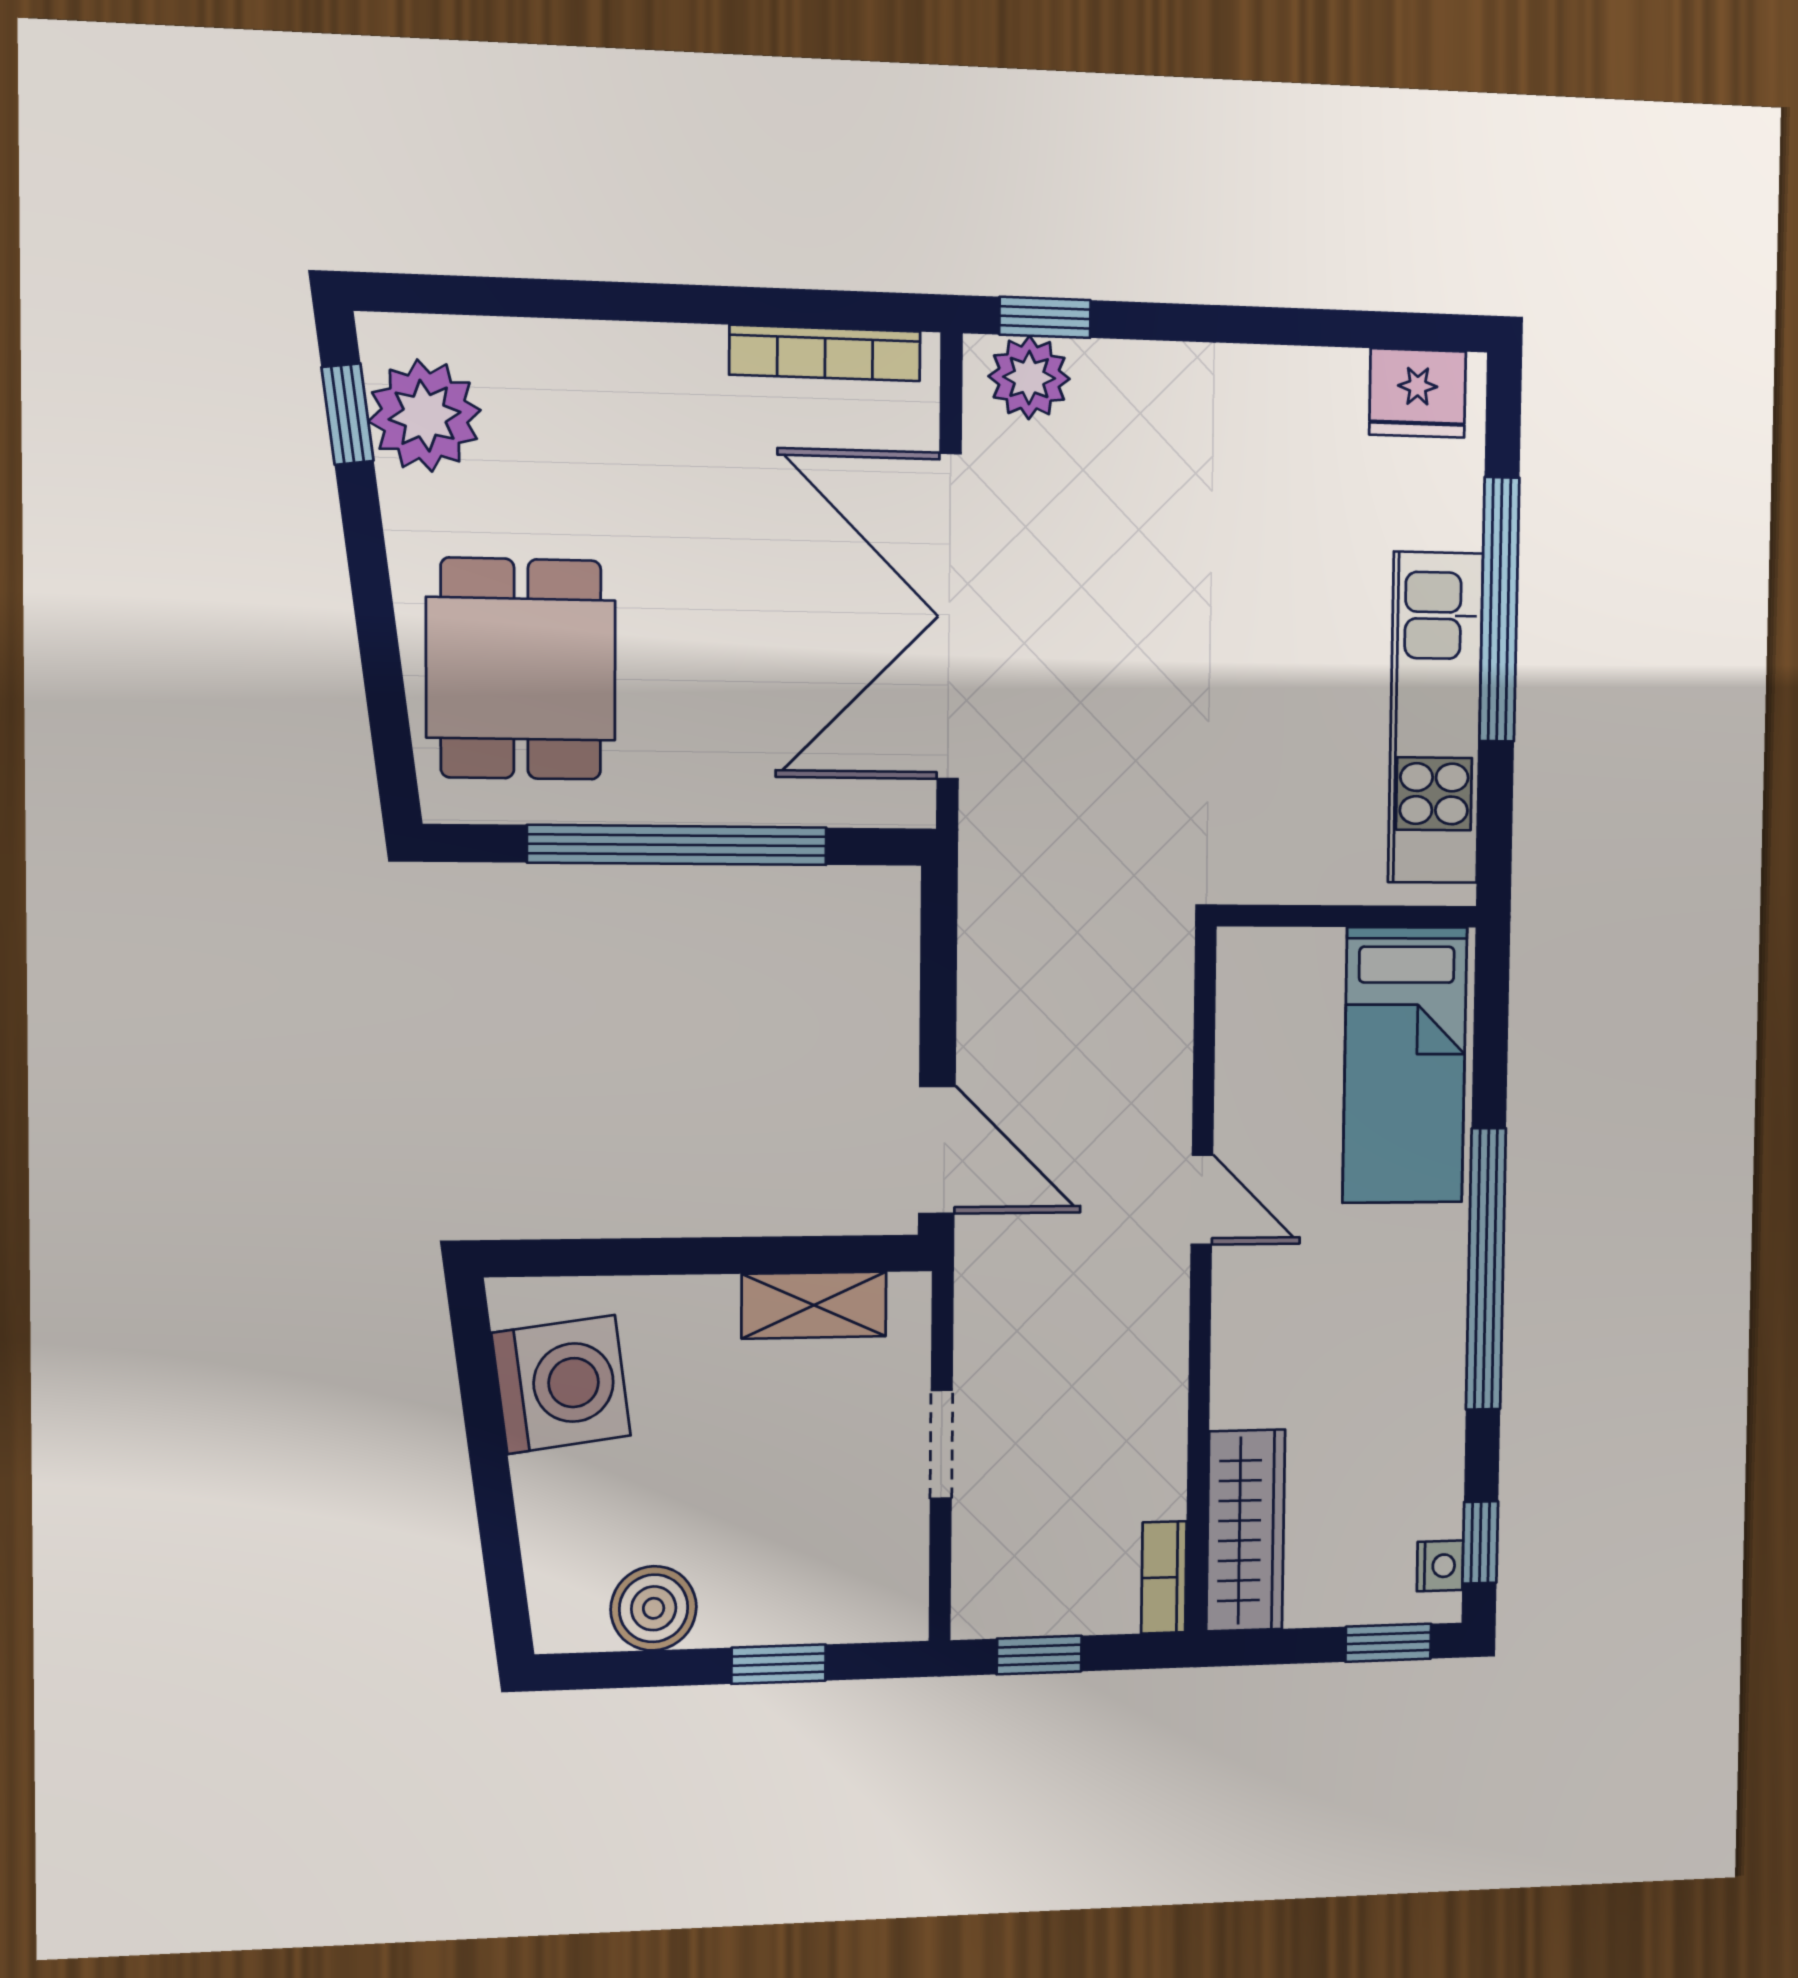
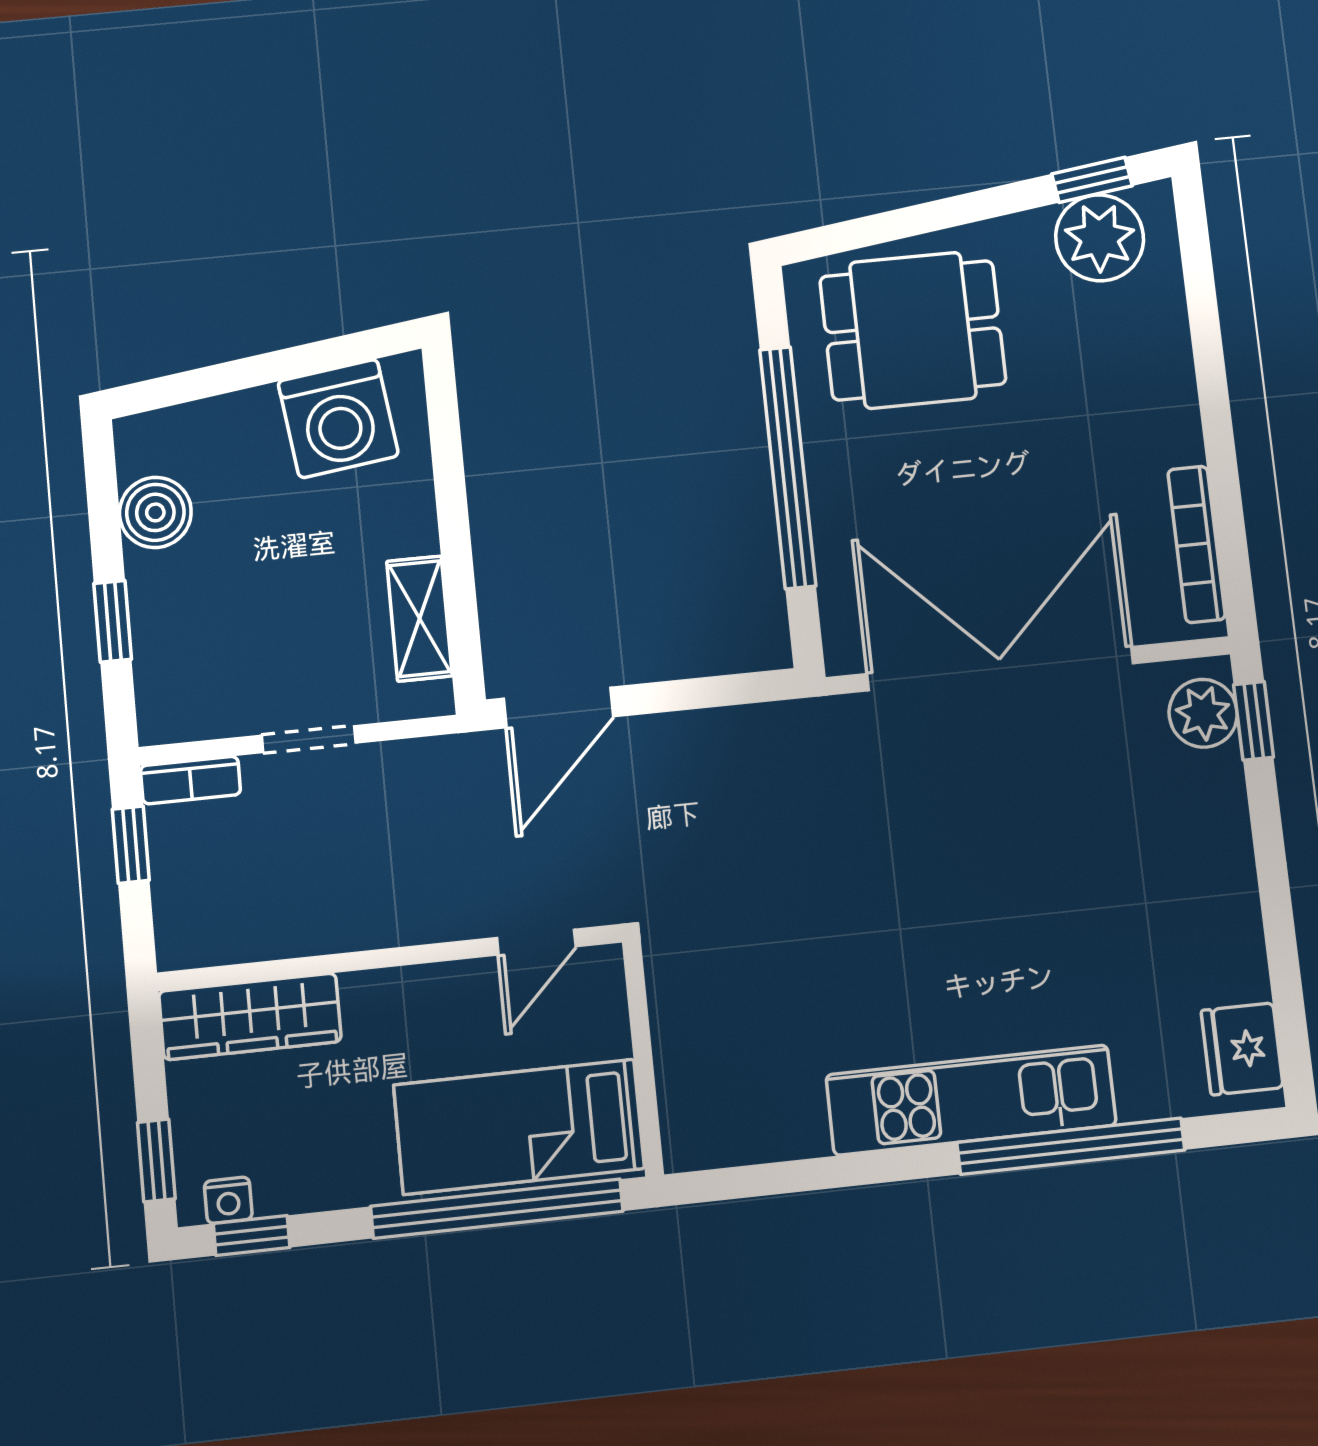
wall: (1347, 916) -> (643, 1058), moved
bed: (1405, 1065) -> (519, 1127), moved
bookcase: (1164, 1577) -> (190, 780), moved, turned 180

